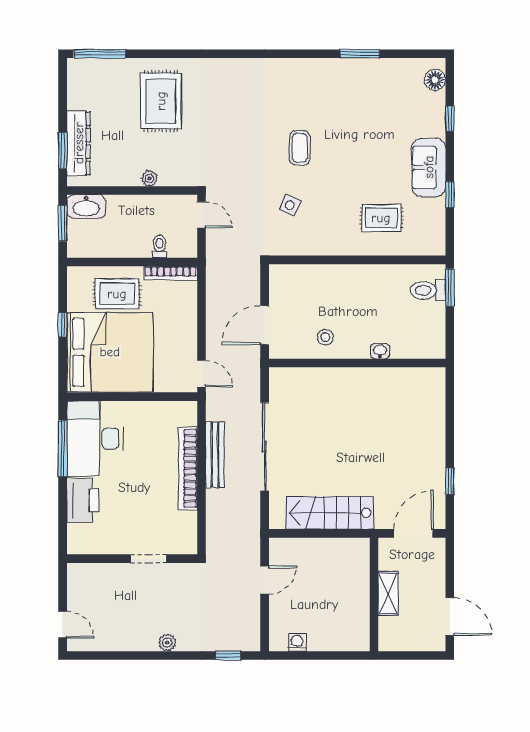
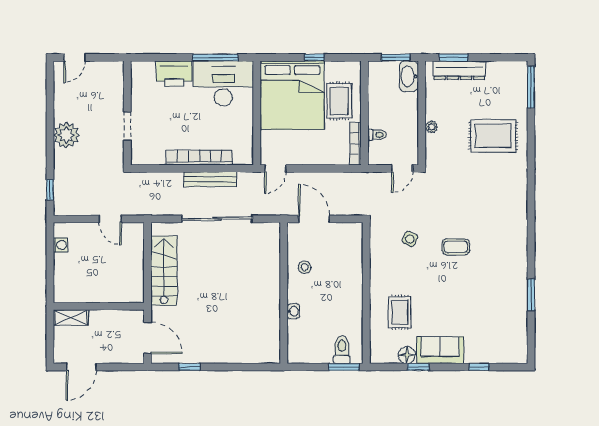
floor lamp: (435, 80) -> (407, 355), moved
shelving: (388, 594) -> (71, 318), moved
plant: (167, 643) -> (66, 135), width x1.88, depth x1.88

